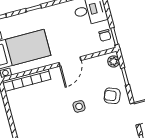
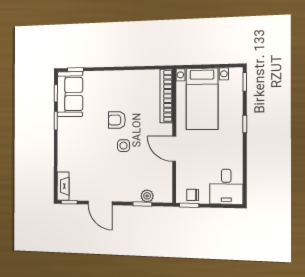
plant: (114, 61) -> (147, 196), moved
armchair: (112, 96) -> (117, 120), moved, turned -111

